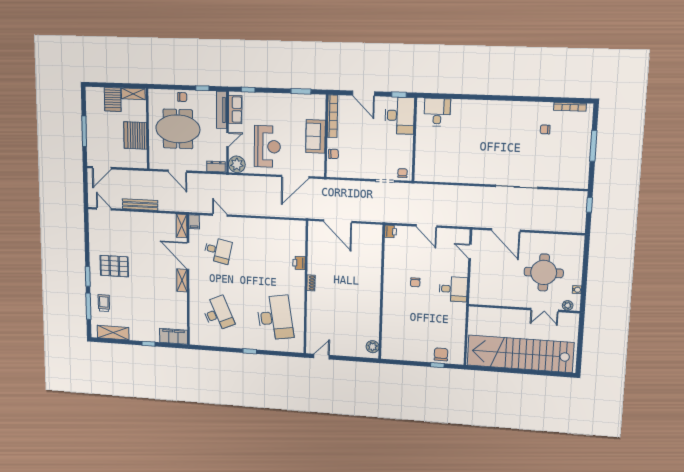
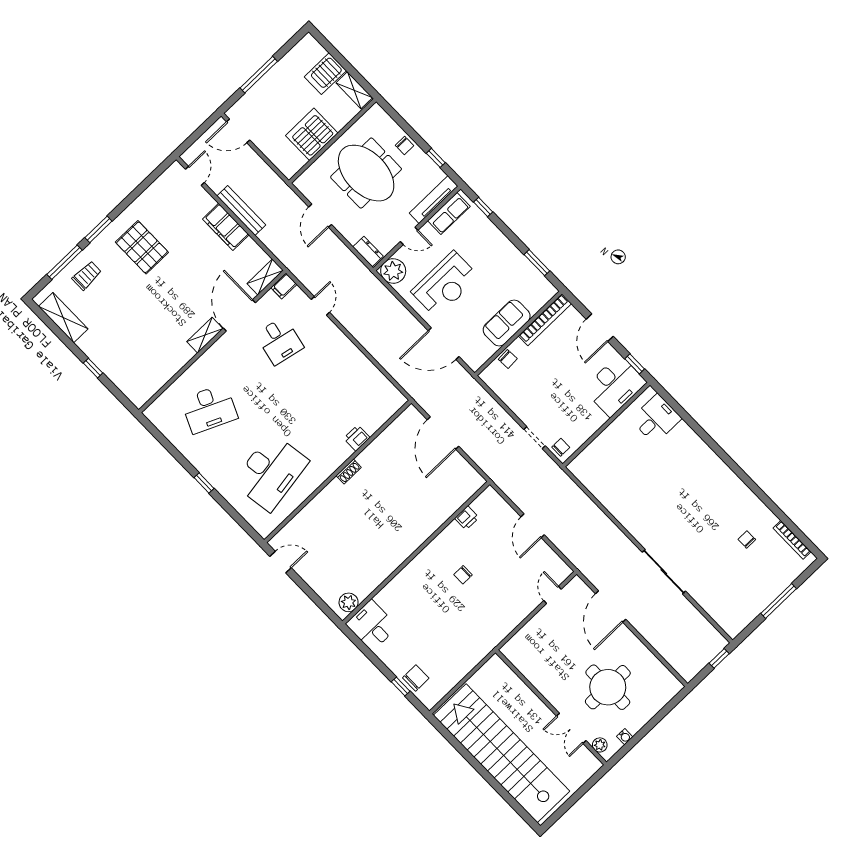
printer: (391, 232) -> (467, 518), moved
desk: (453, 289) -> (372, 625), moved, turned 180
desk: (218, 314) -> (209, 409), turned 48
filing cabinet: (174, 336) -> (226, 227), moved, turned 180

